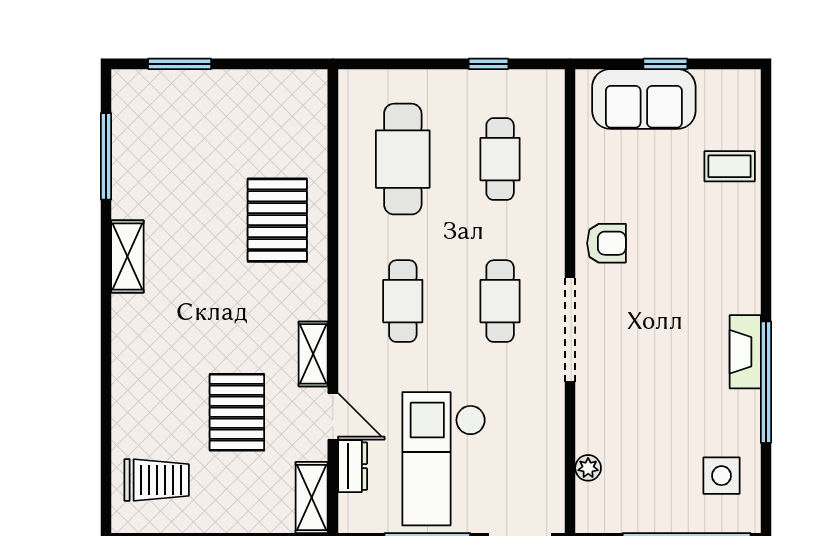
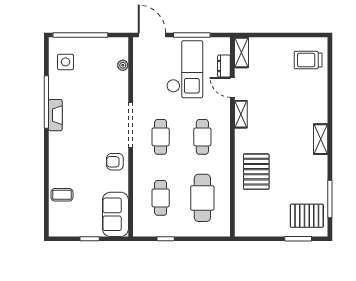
sofa: (644, 99) -> (115, 214), moved, turned -90
shelving: (127, 257) -> (321, 139), moved
pallet: (237, 412) -> (307, 216), moved, turned 90

